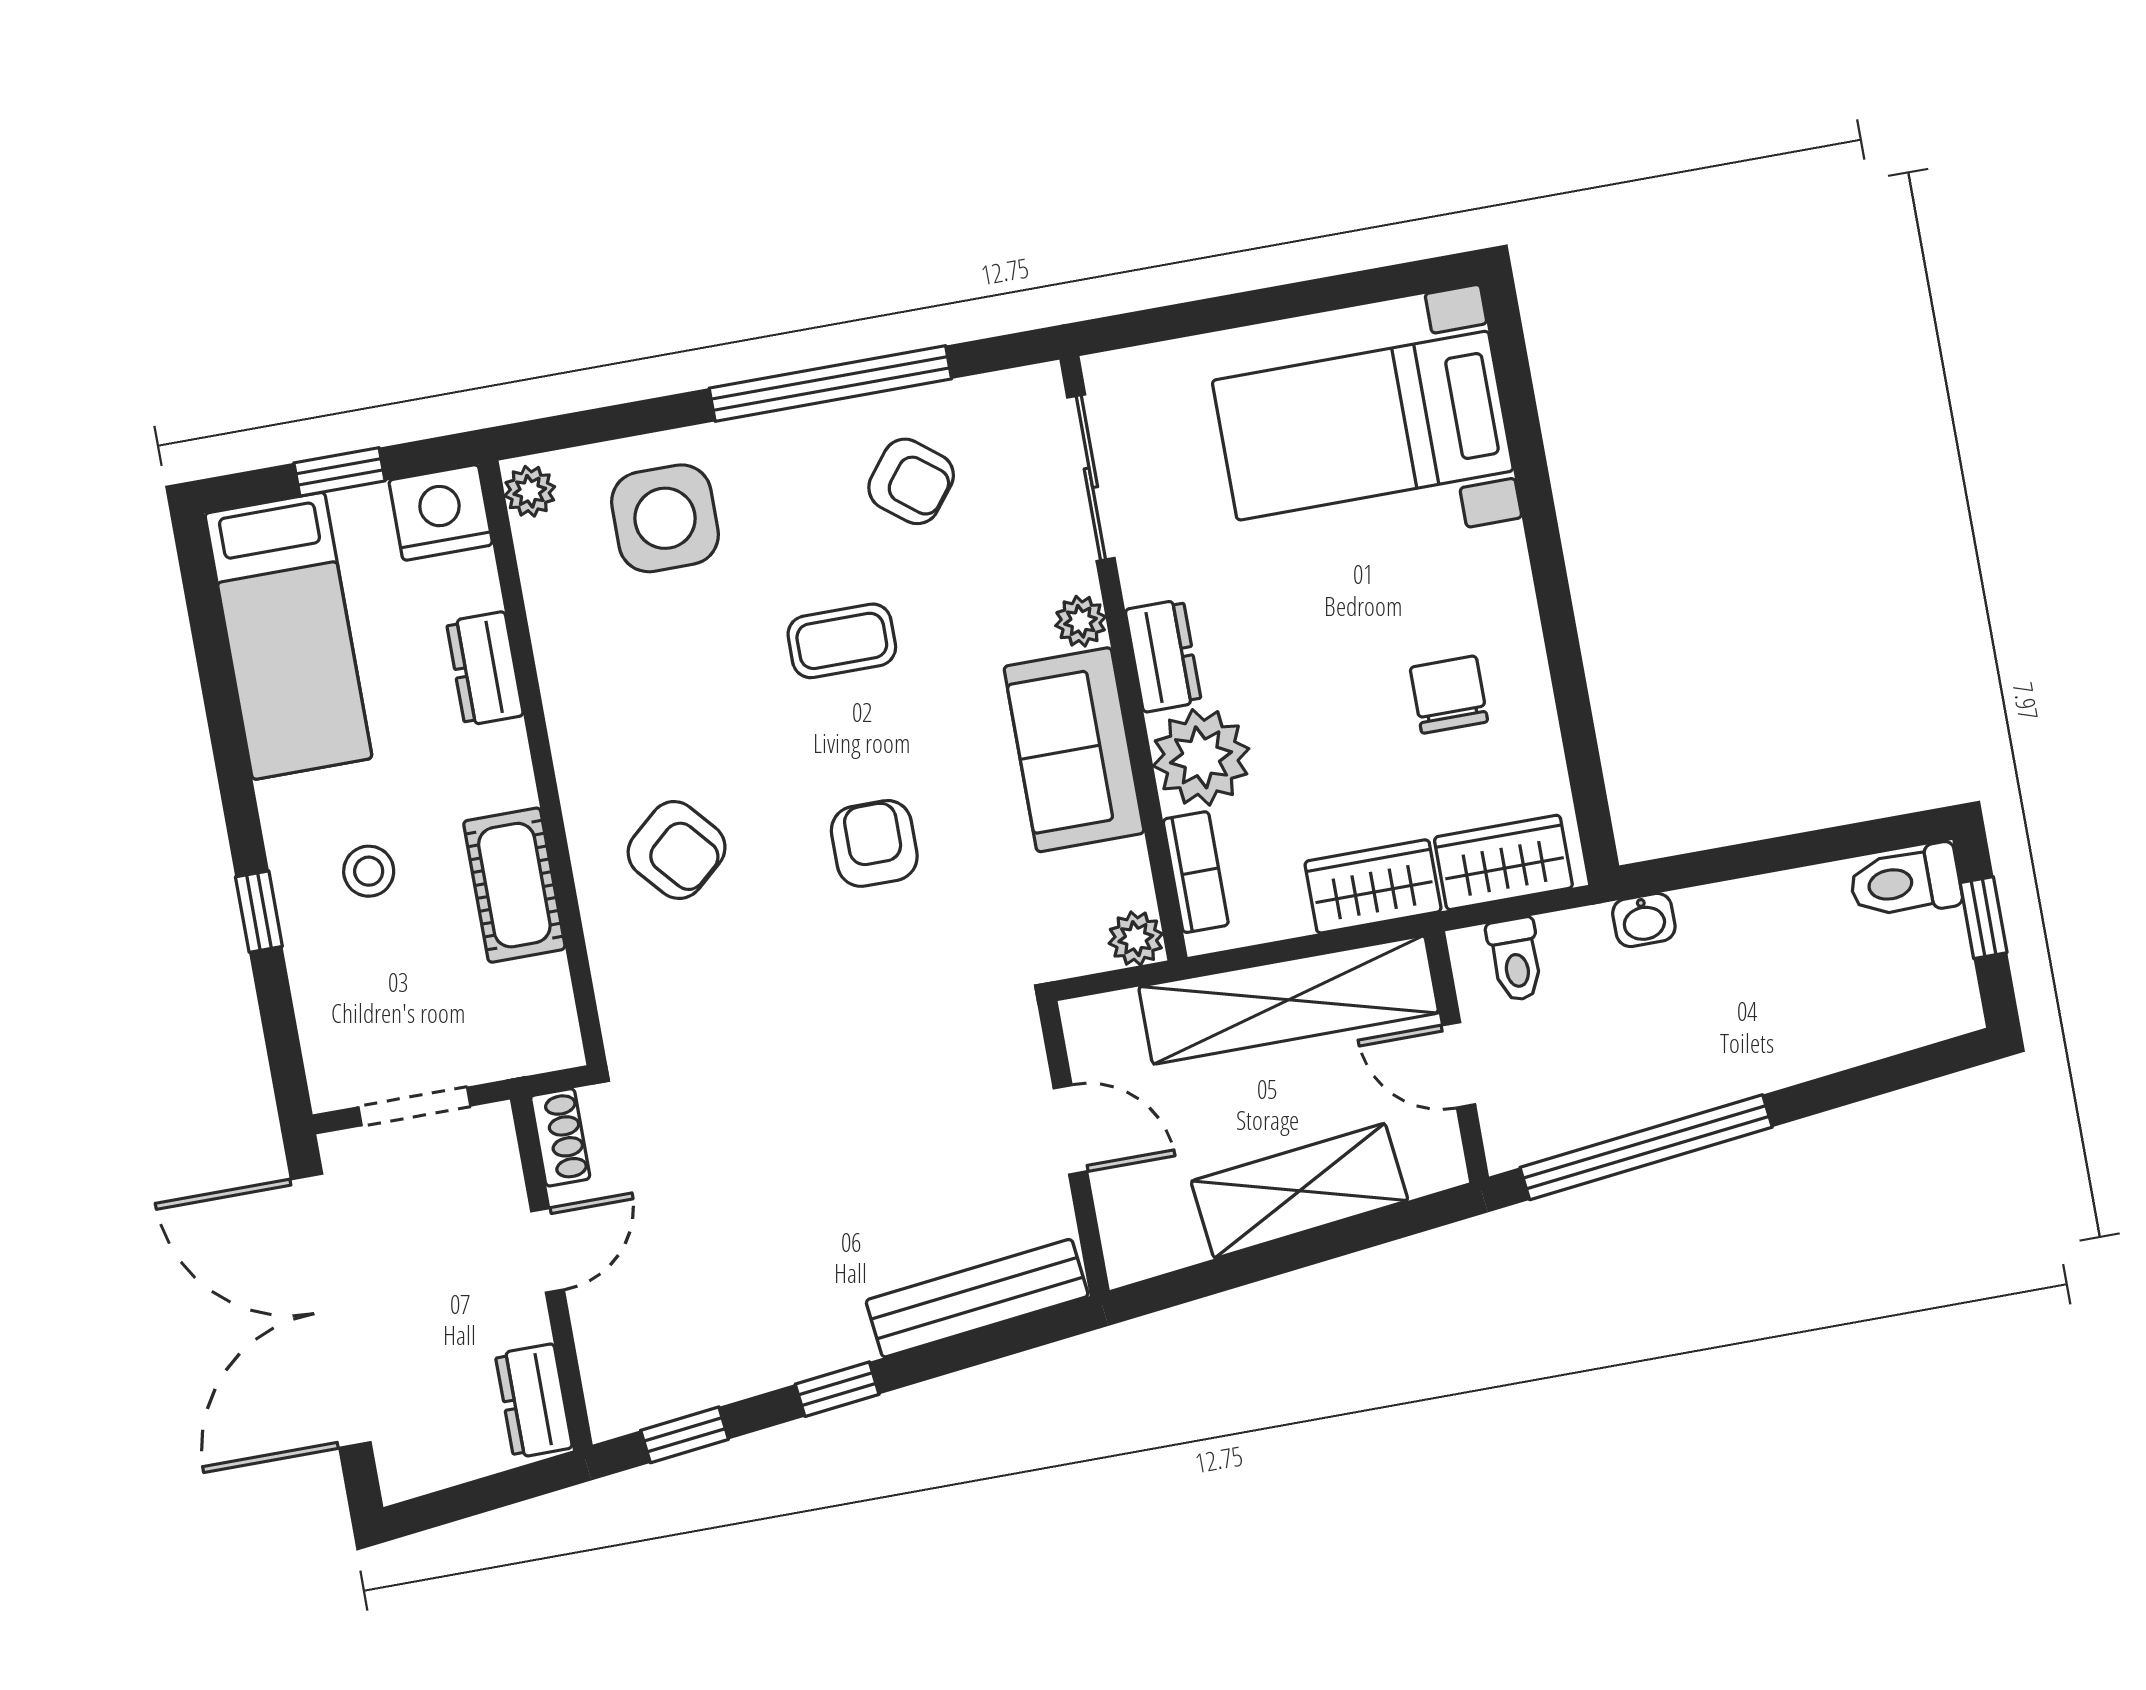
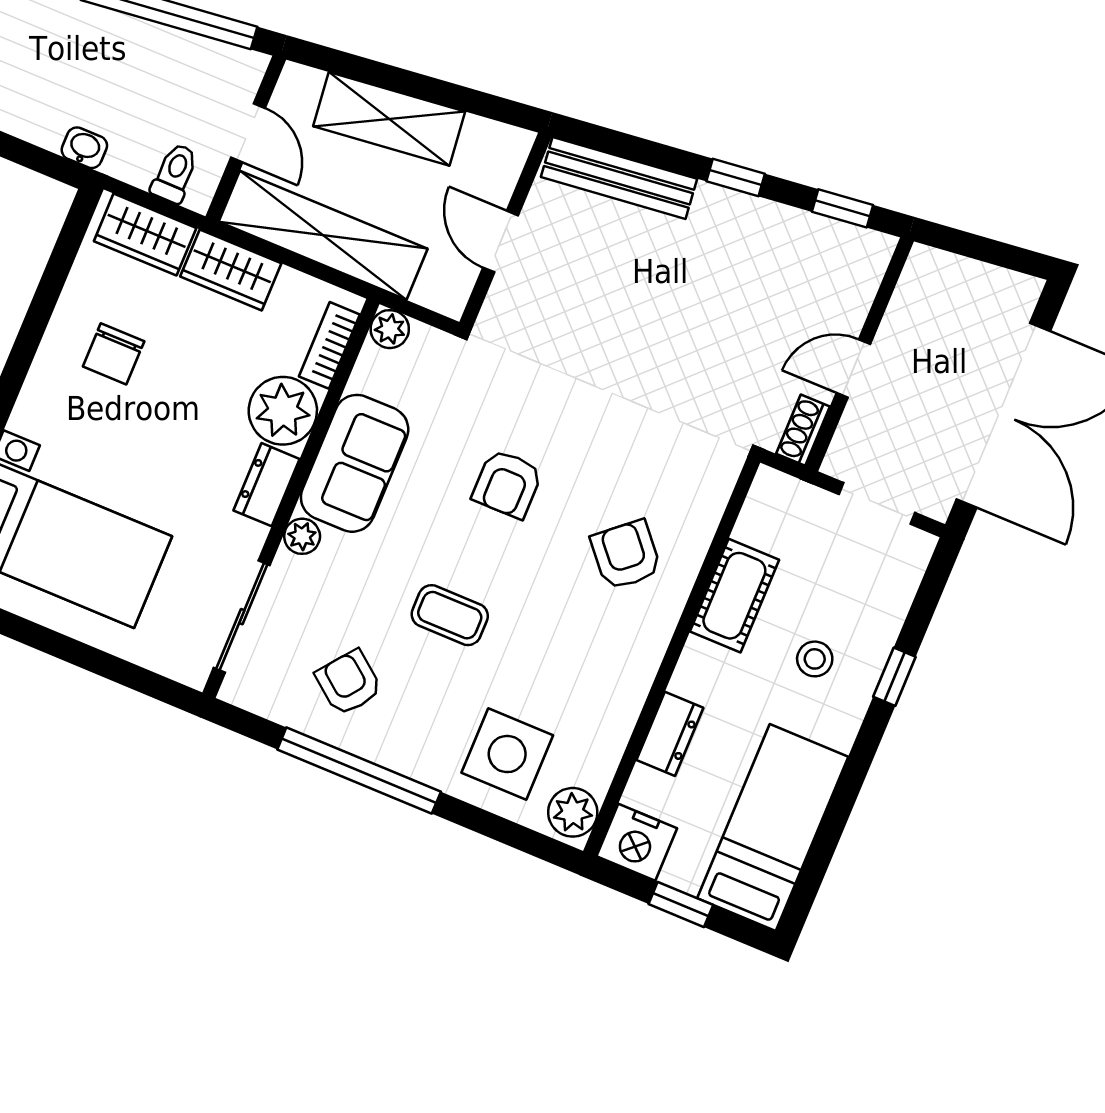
plant: (530, 491) -> (573, 812), width x1.38, depth x1.38
dresser: (534, 1401) -> (918, 285), removed

